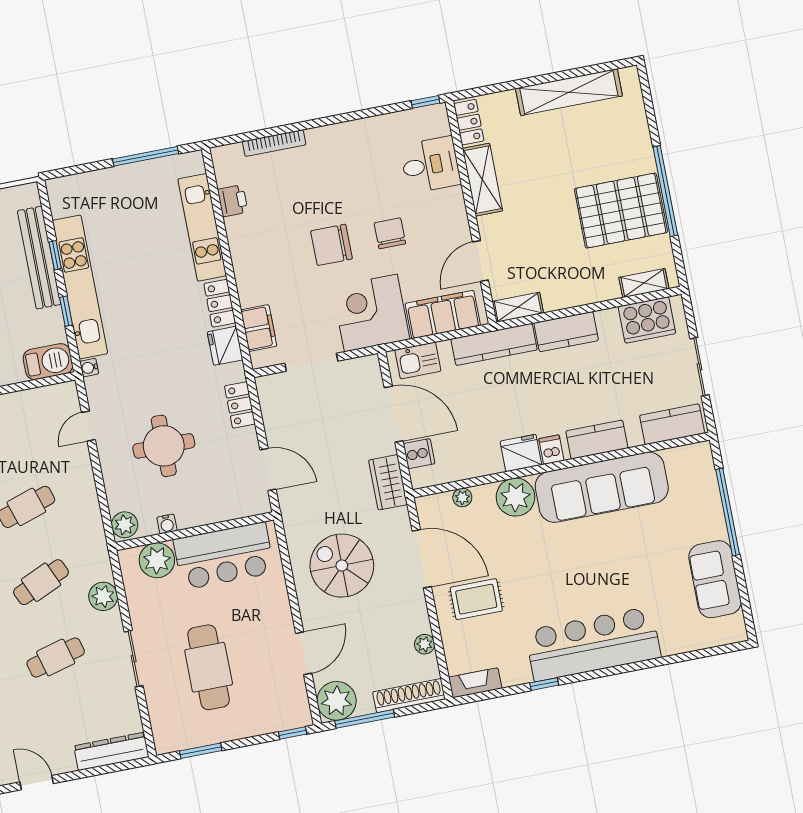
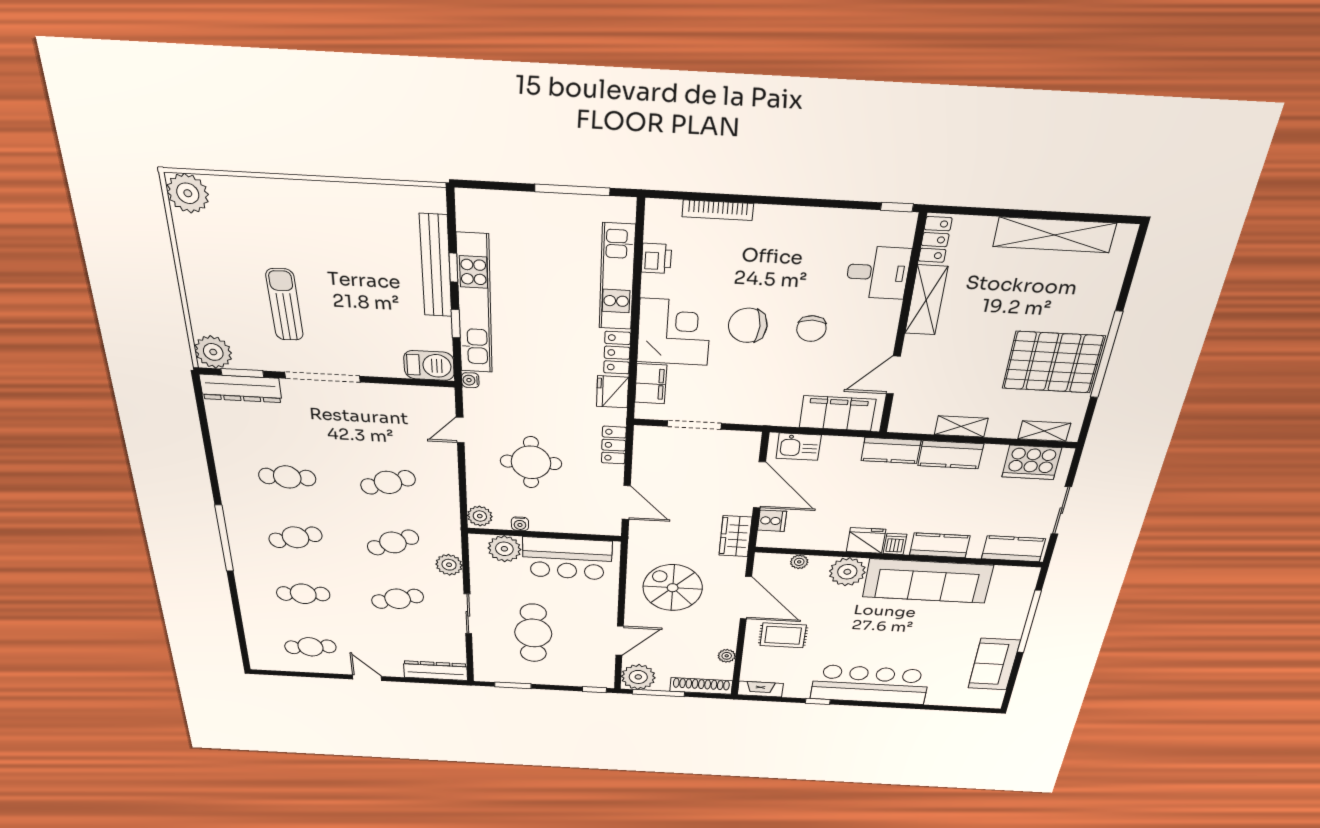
chair: (390, 233) -> (811, 329), turned 180
shelving: (518, 307) -> (961, 426), moved
corner desk: (371, 313) -> (674, 332), moved, turned 90
kitchen counter: (494, 344) -> (891, 450), width x0.67

